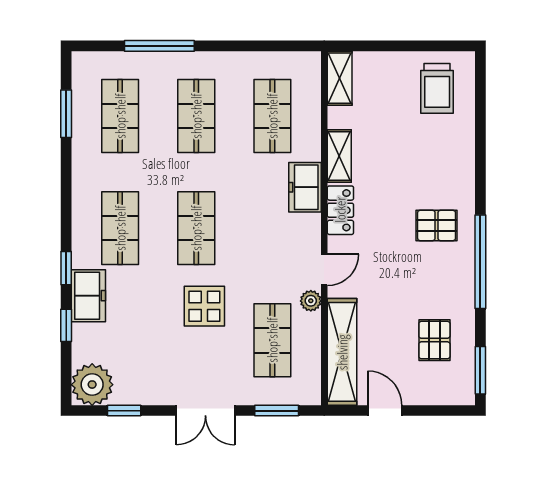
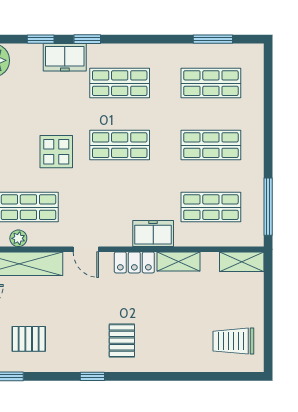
window: (159, 46) -> (268, 207), moved
window: (480, 262) -> (92, 376), width x0.32
plant: (311, 301) -> (18, 238), moved

